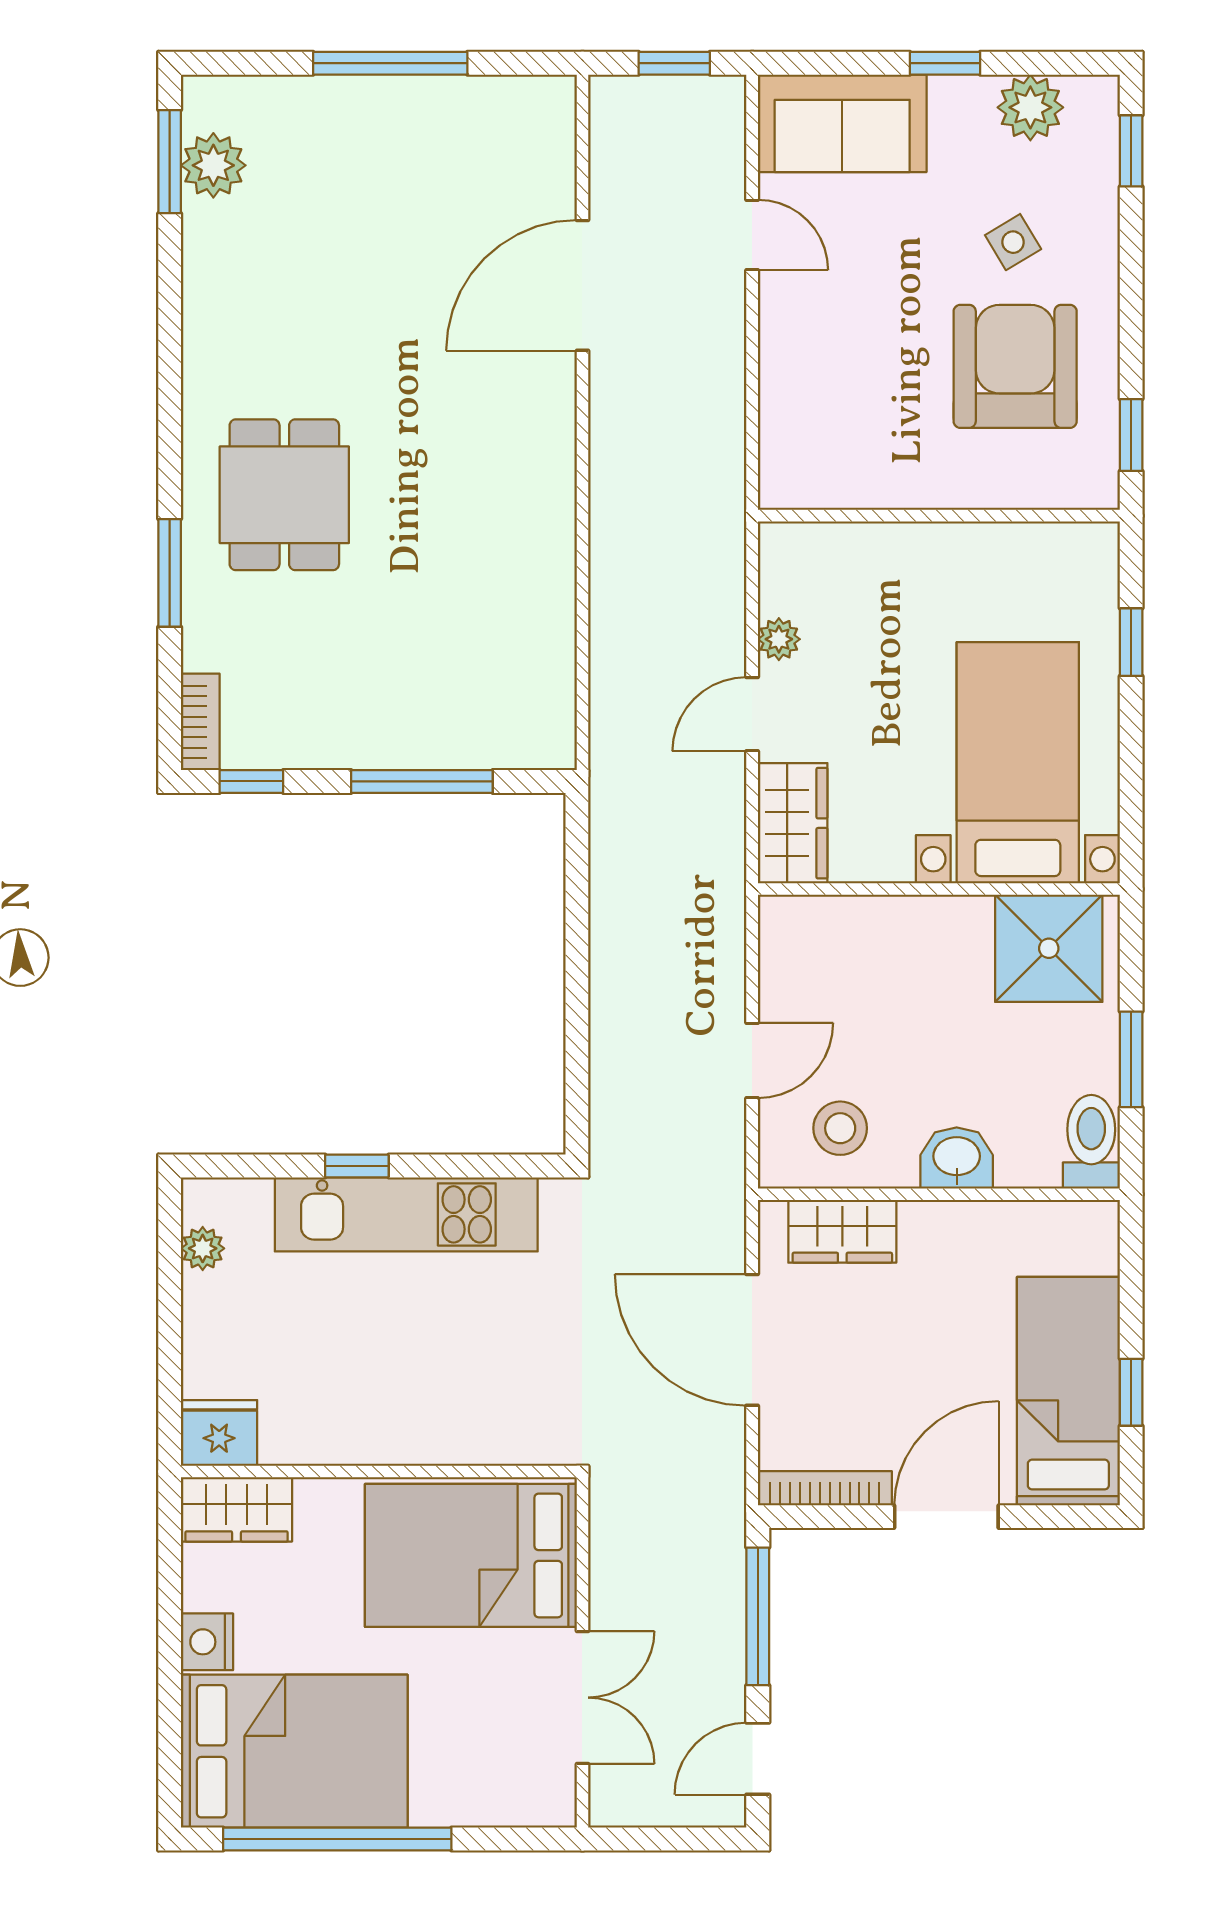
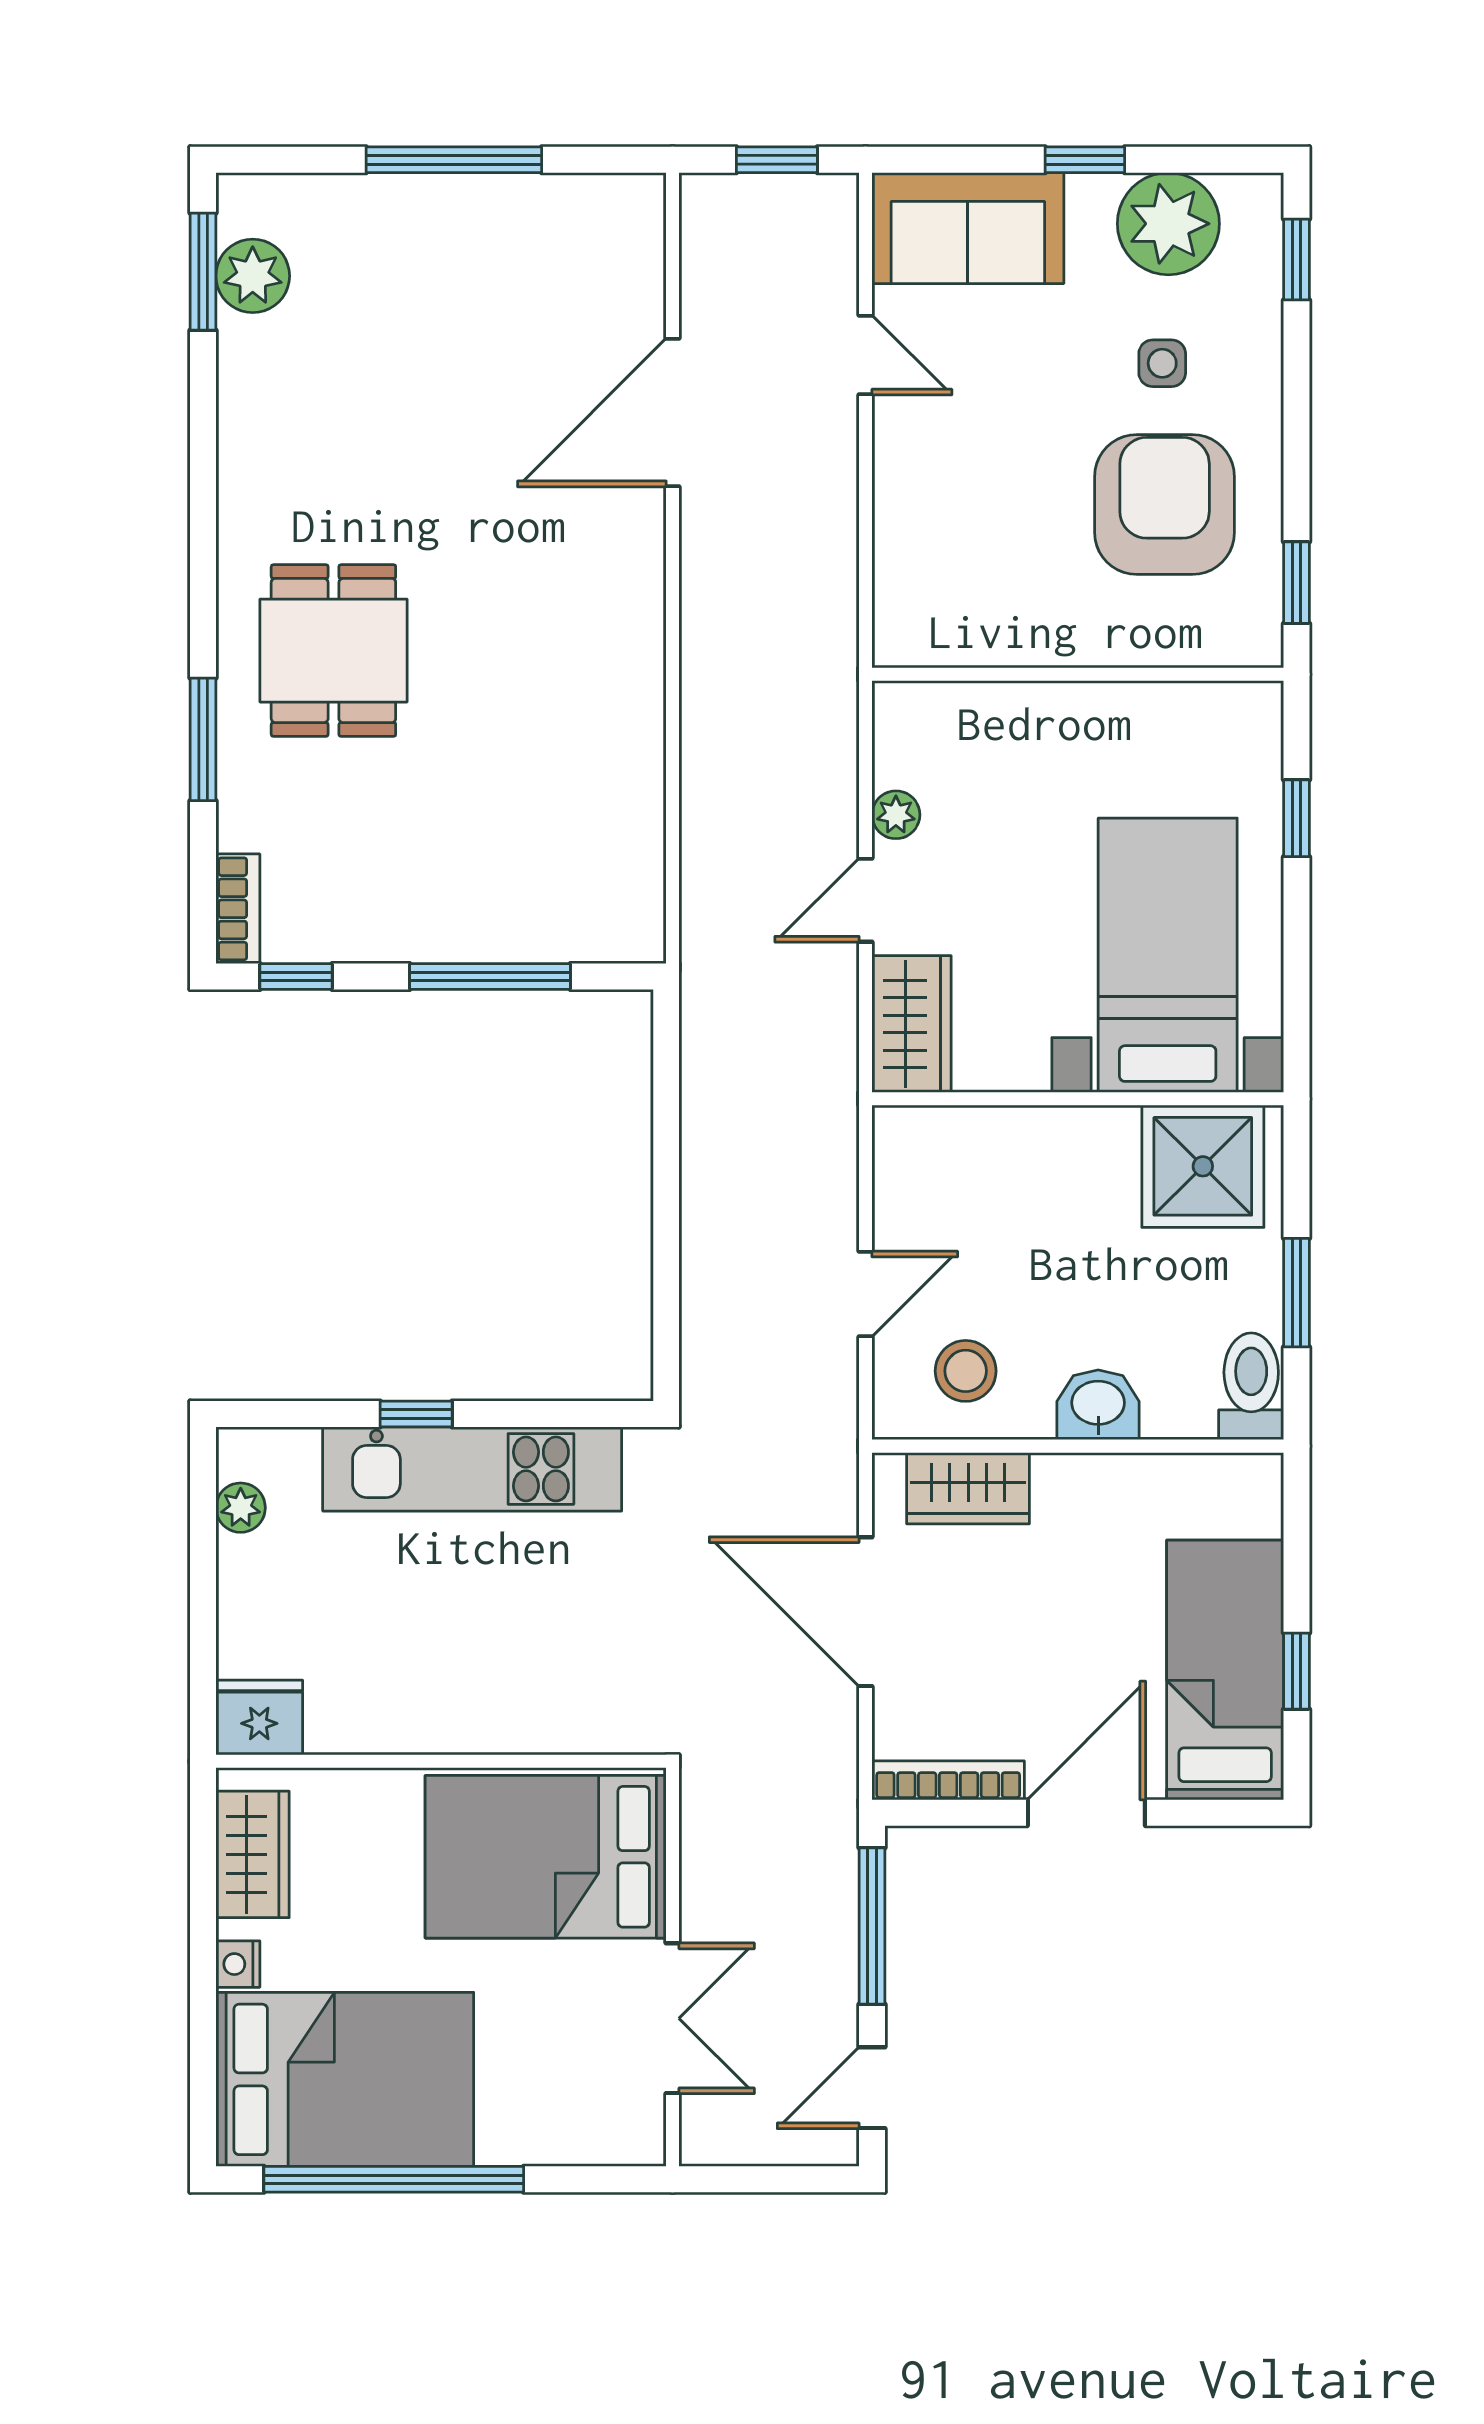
plant: (1030, 107) -> (1168, 224), width x1.36, depth x1.36
side table: (1013, 242) -> (1162, 363), turned 31
wardrobe: (237, 1509) -> (253, 1854), moved, turned -90
nightstand: (207, 1642) -> (238, 1964), width x0.72, depth x0.74

